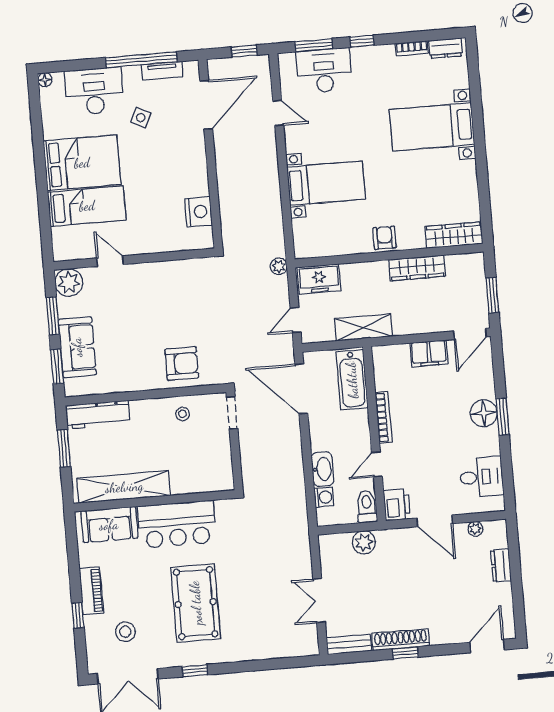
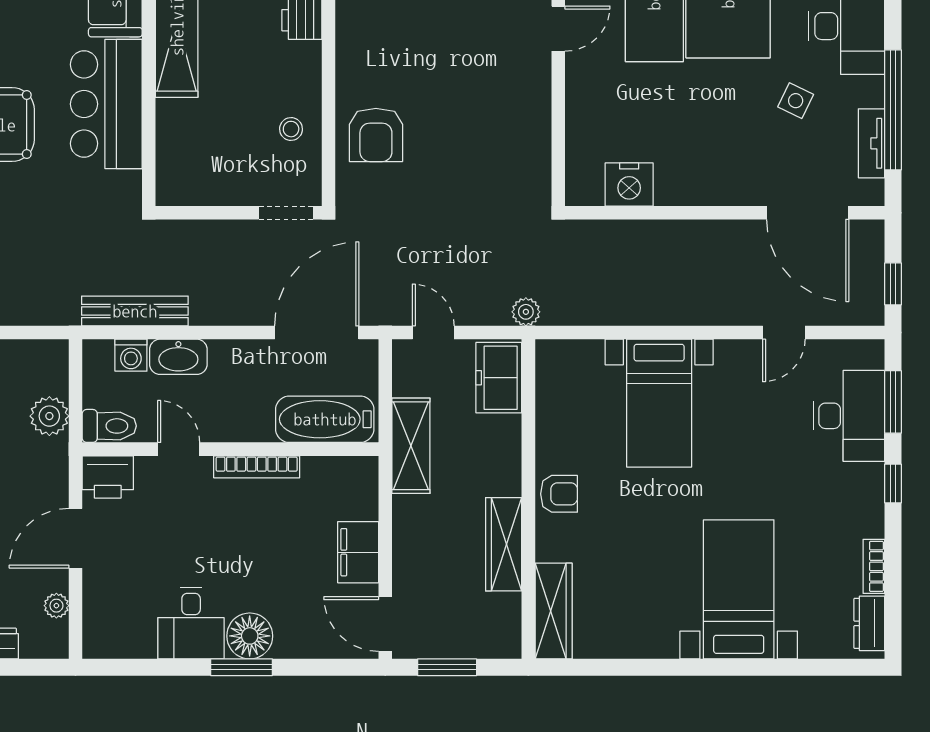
desk: (481, 477) -> (191, 623), moved
bench: (298, 497) -> (135, 311), added

